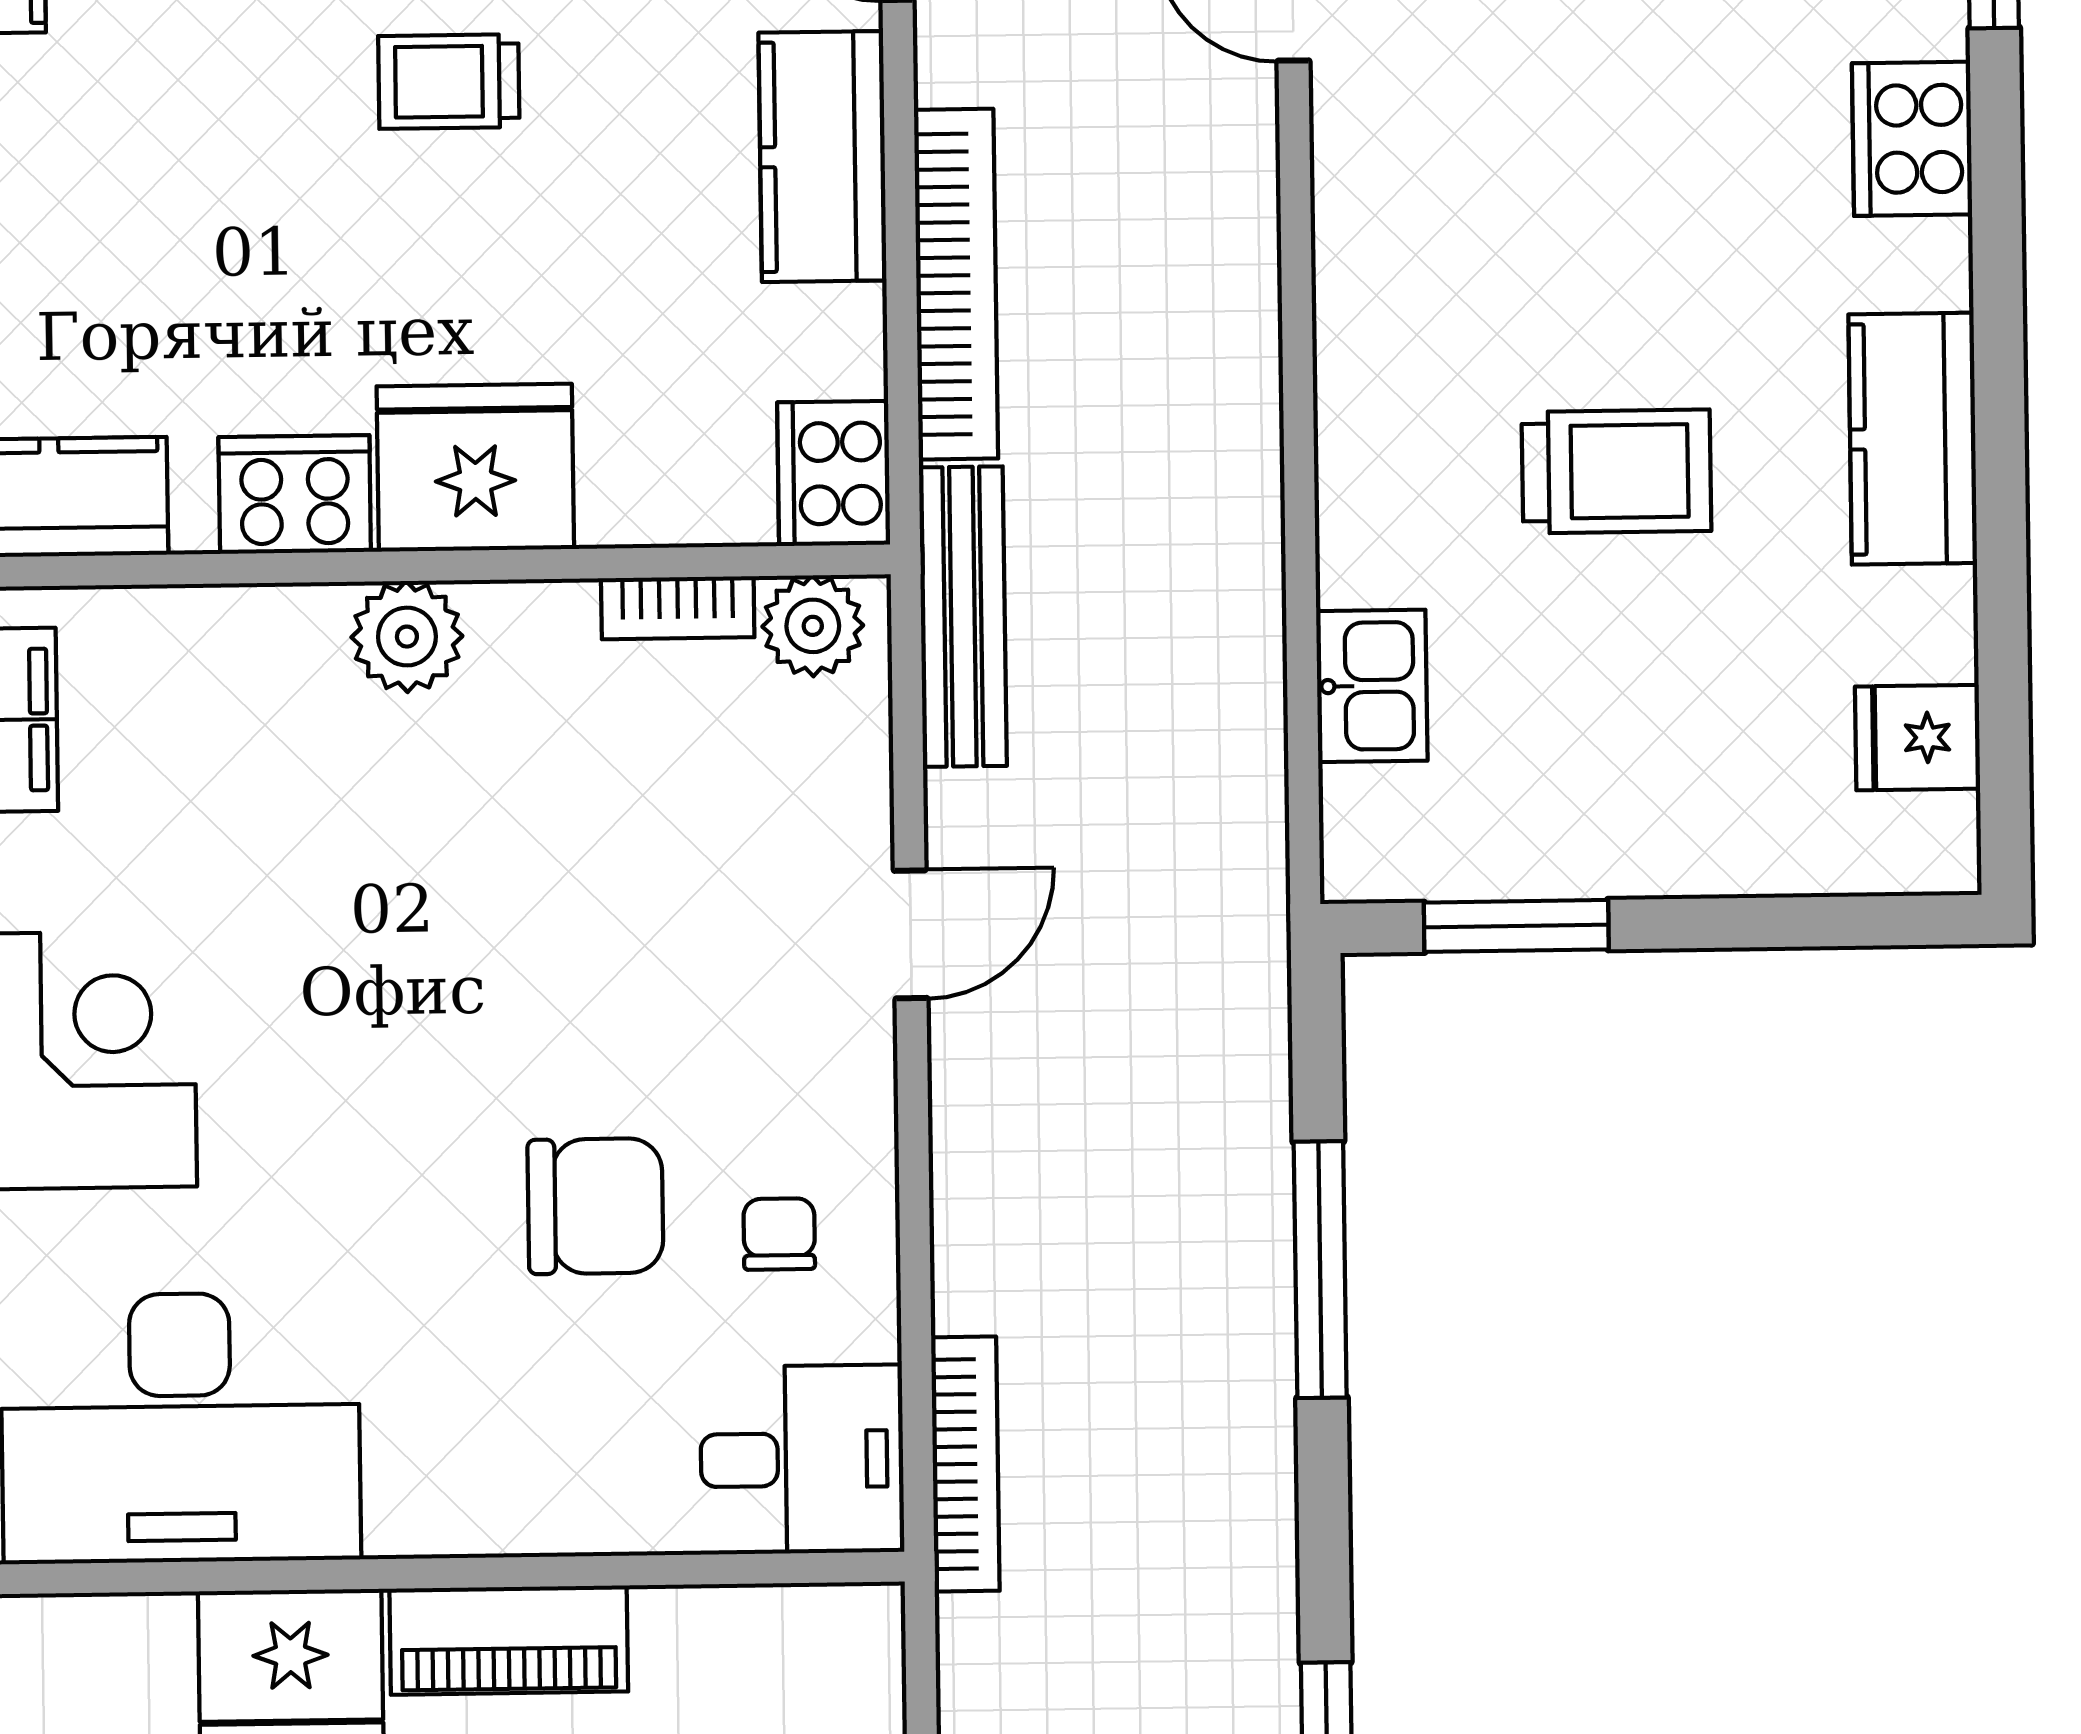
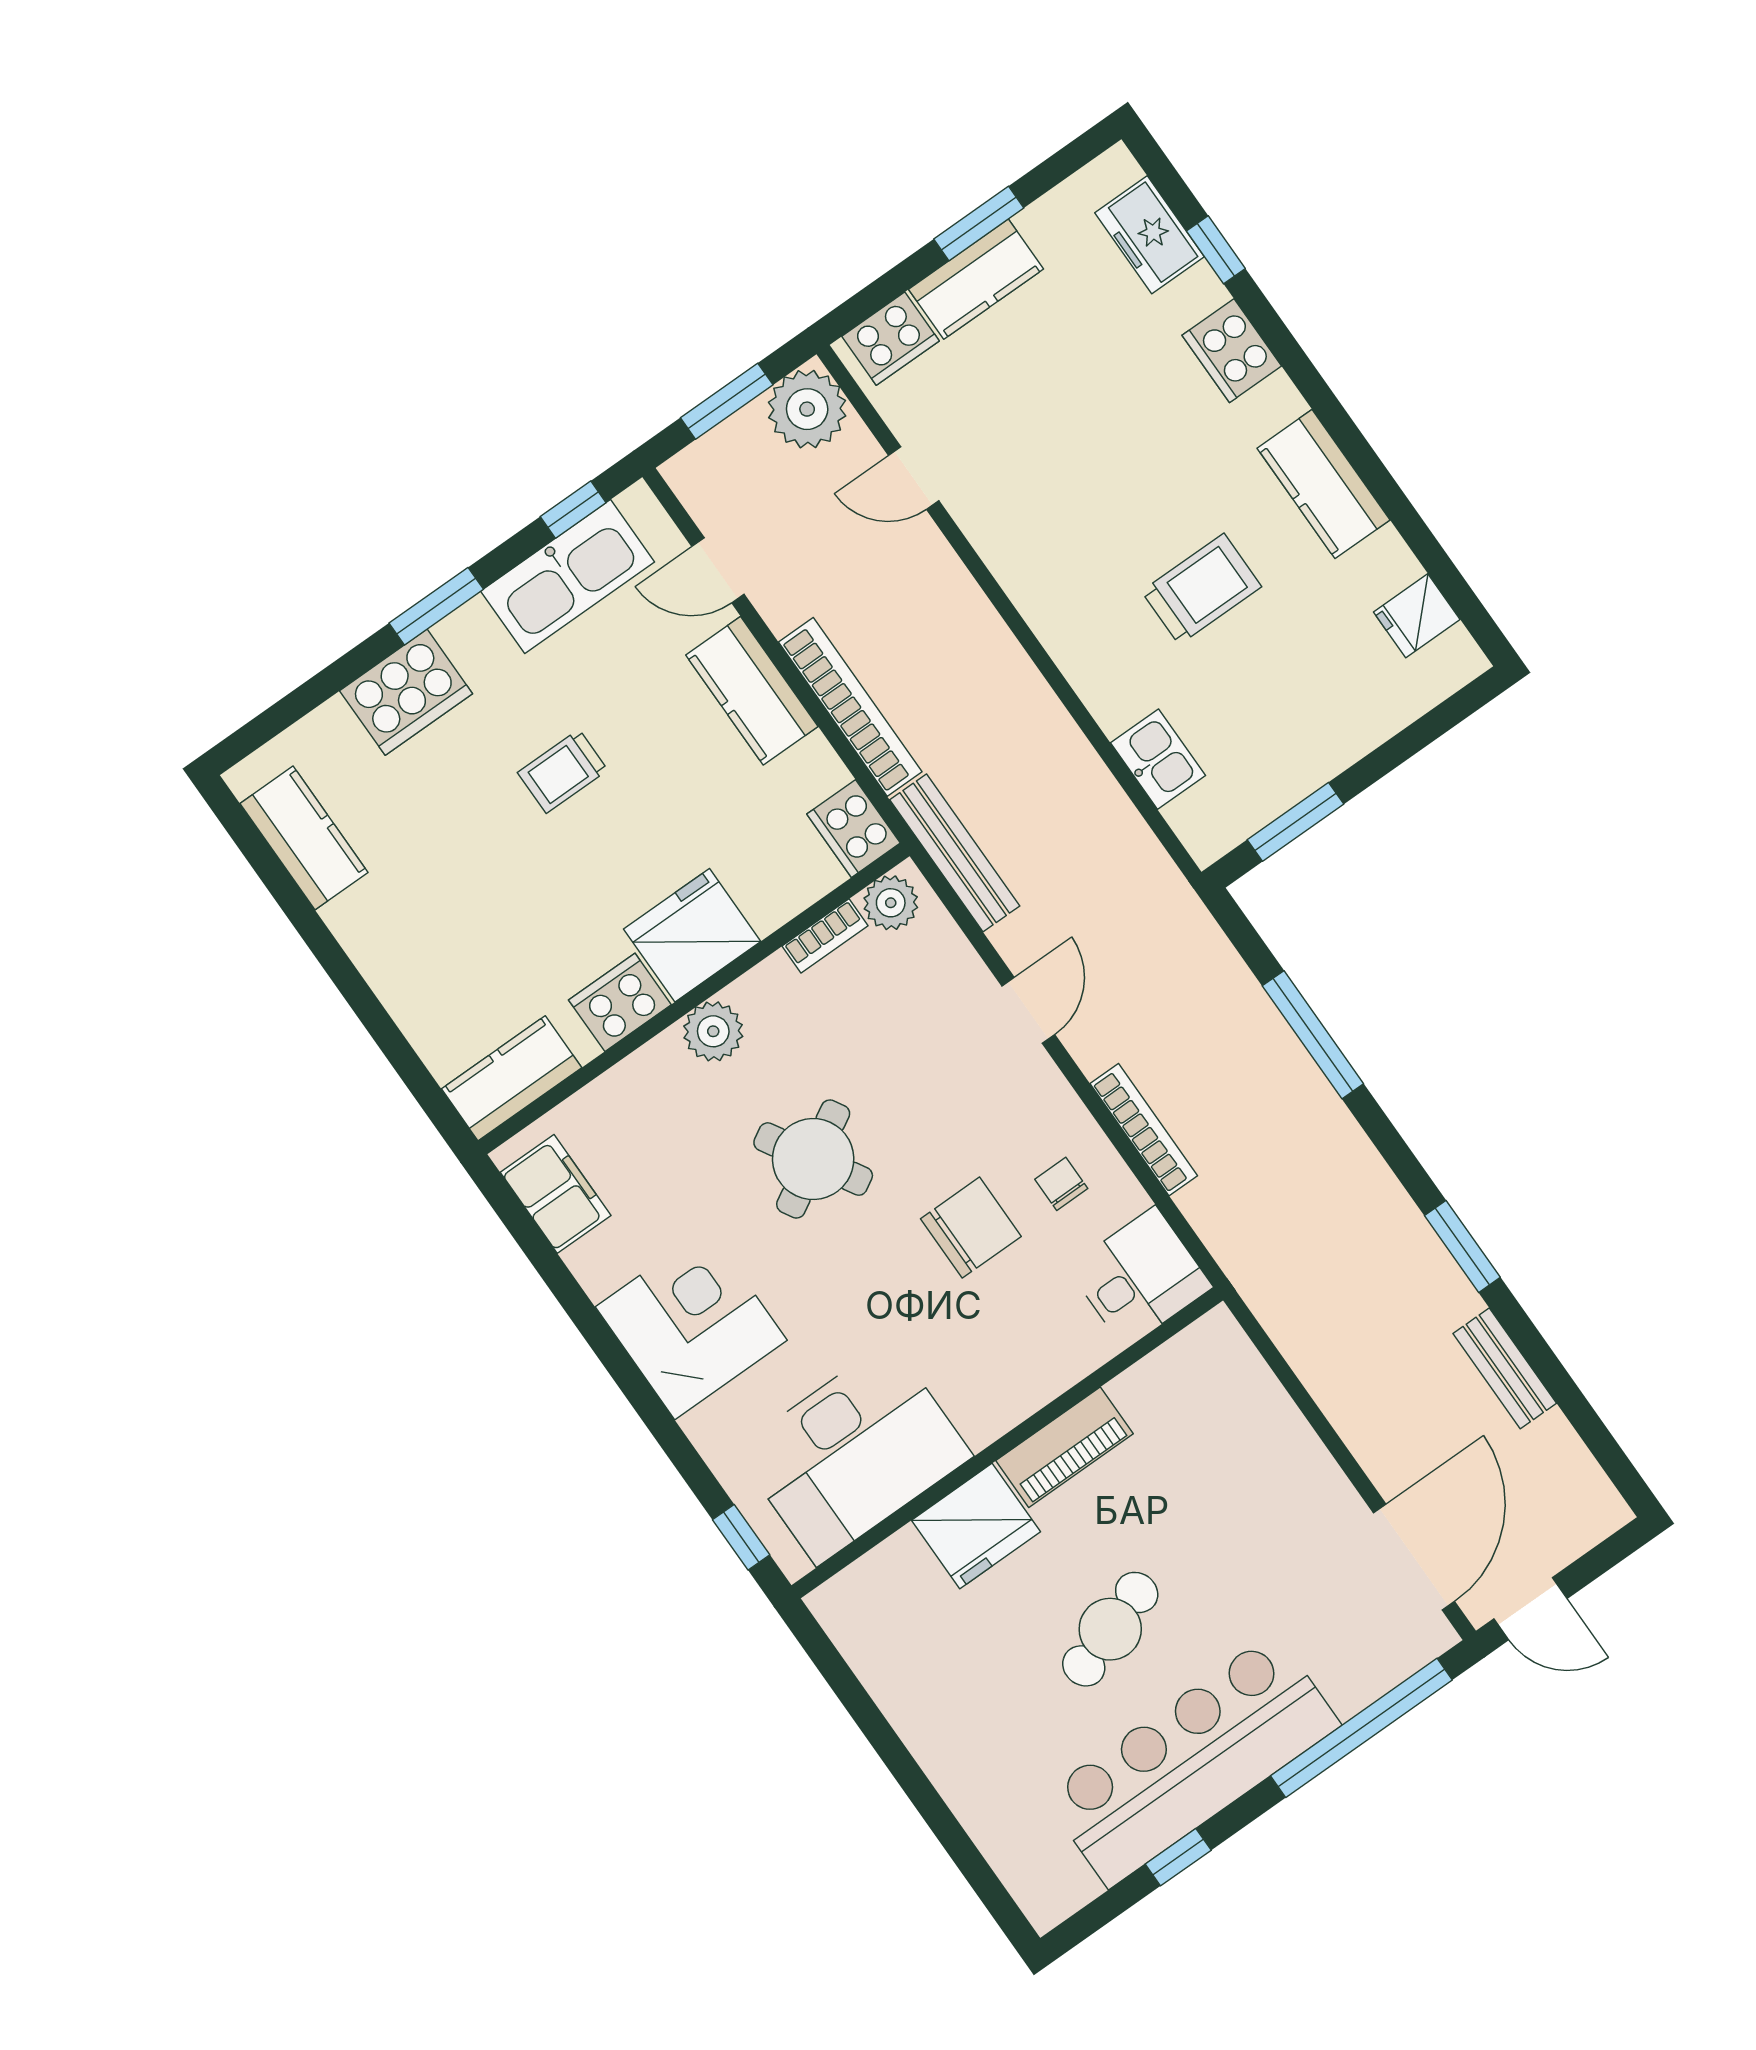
round table: (426, 936) -> (813, 1159), added
bookcase: (965, 1464) -> (1144, 1130), moved

